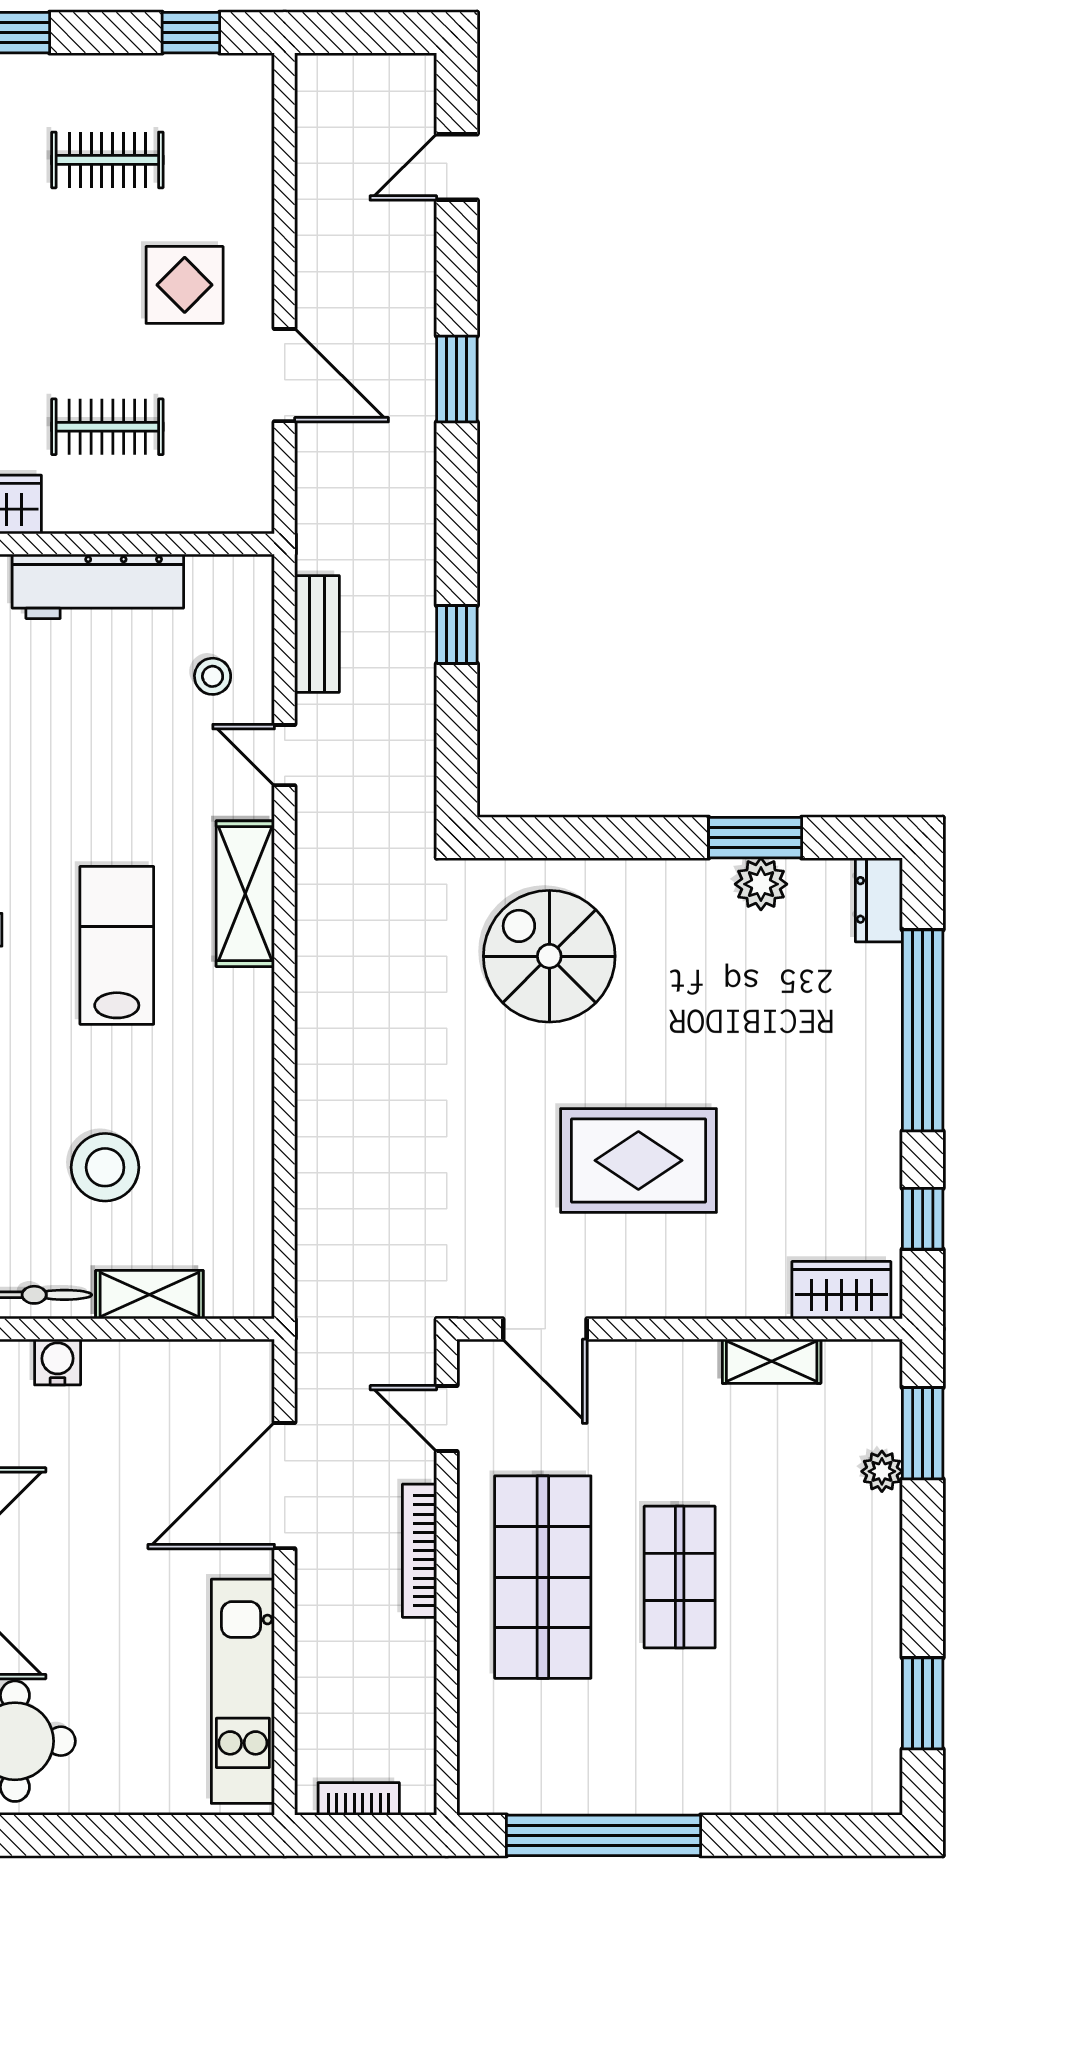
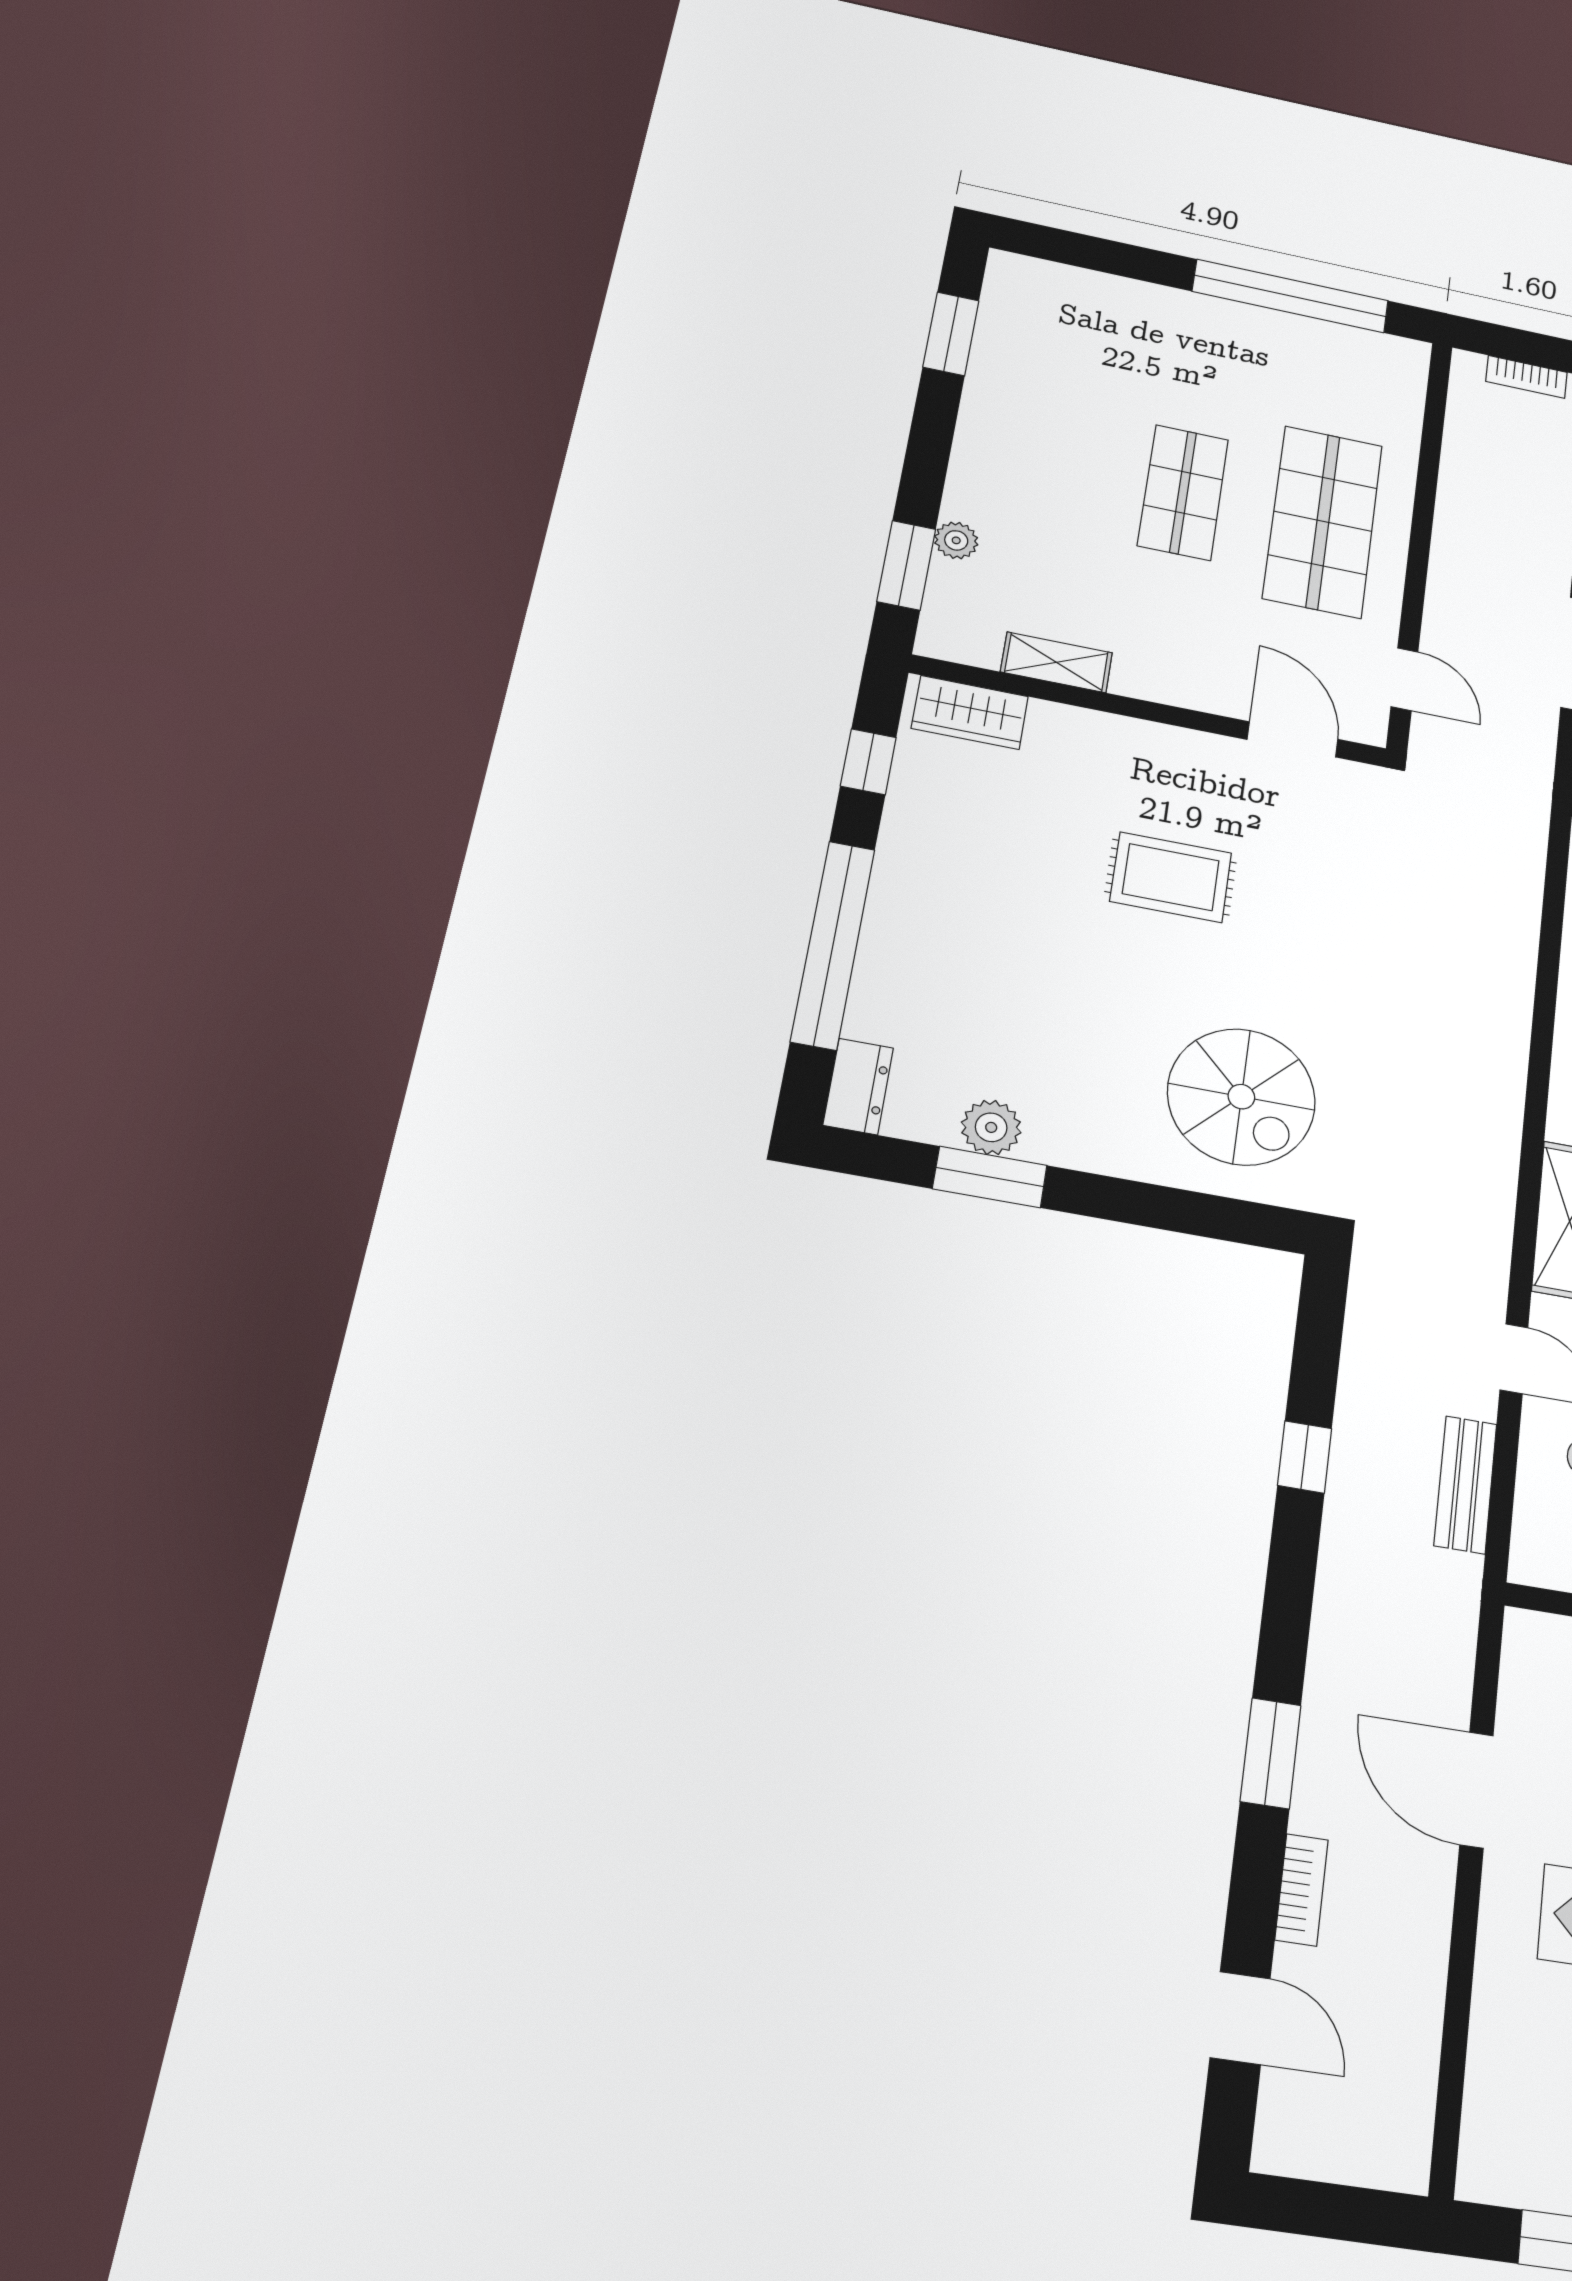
door: (457, 167) -> (1240, 2018), hinge flipped
rug: (638, 1160) -> (1171, 877), width x0.73, depth x0.70
bookcase: (419, 1551) -> (1302, 1890), moved, width x0.64

